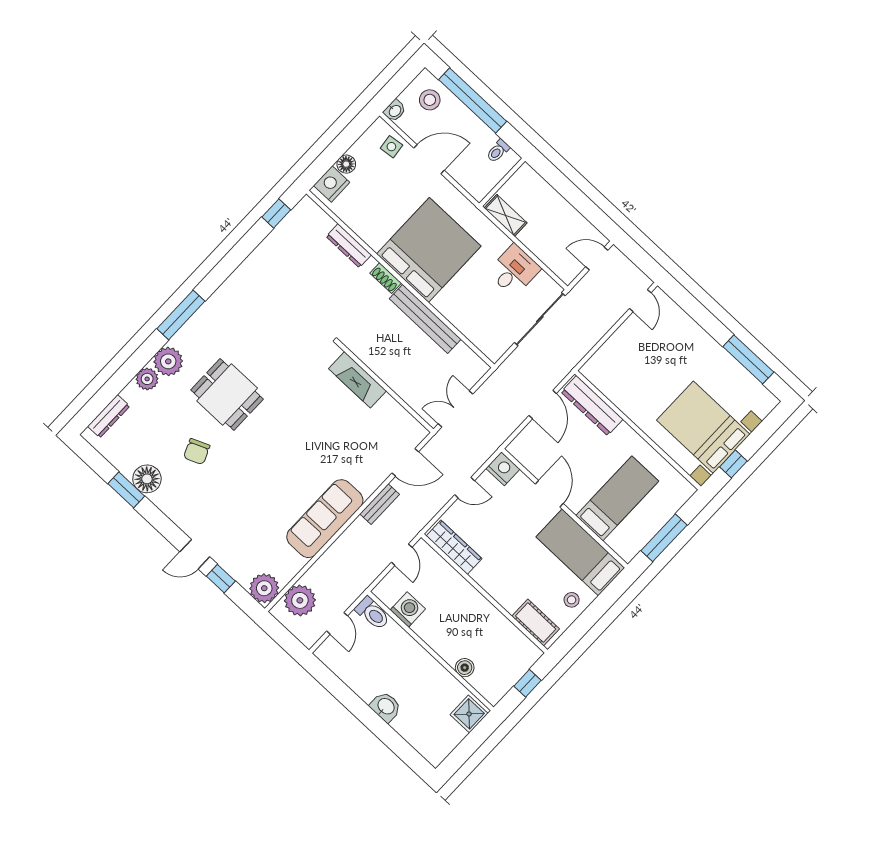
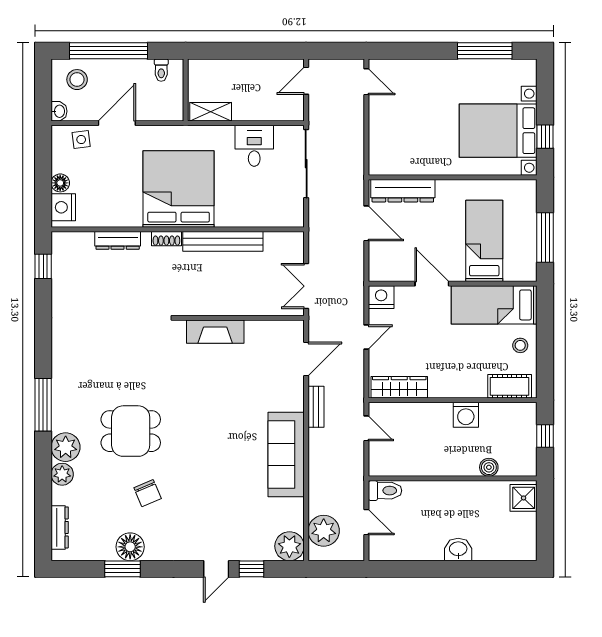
washing machine: (408, 609) -> (466, 415), moved, turned 180

